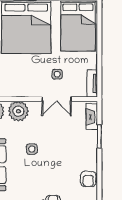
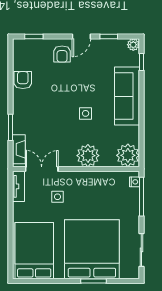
double door: (56, 99) -> (42, 169), moved
plant: (18, 111) -> (88, 156), moved

